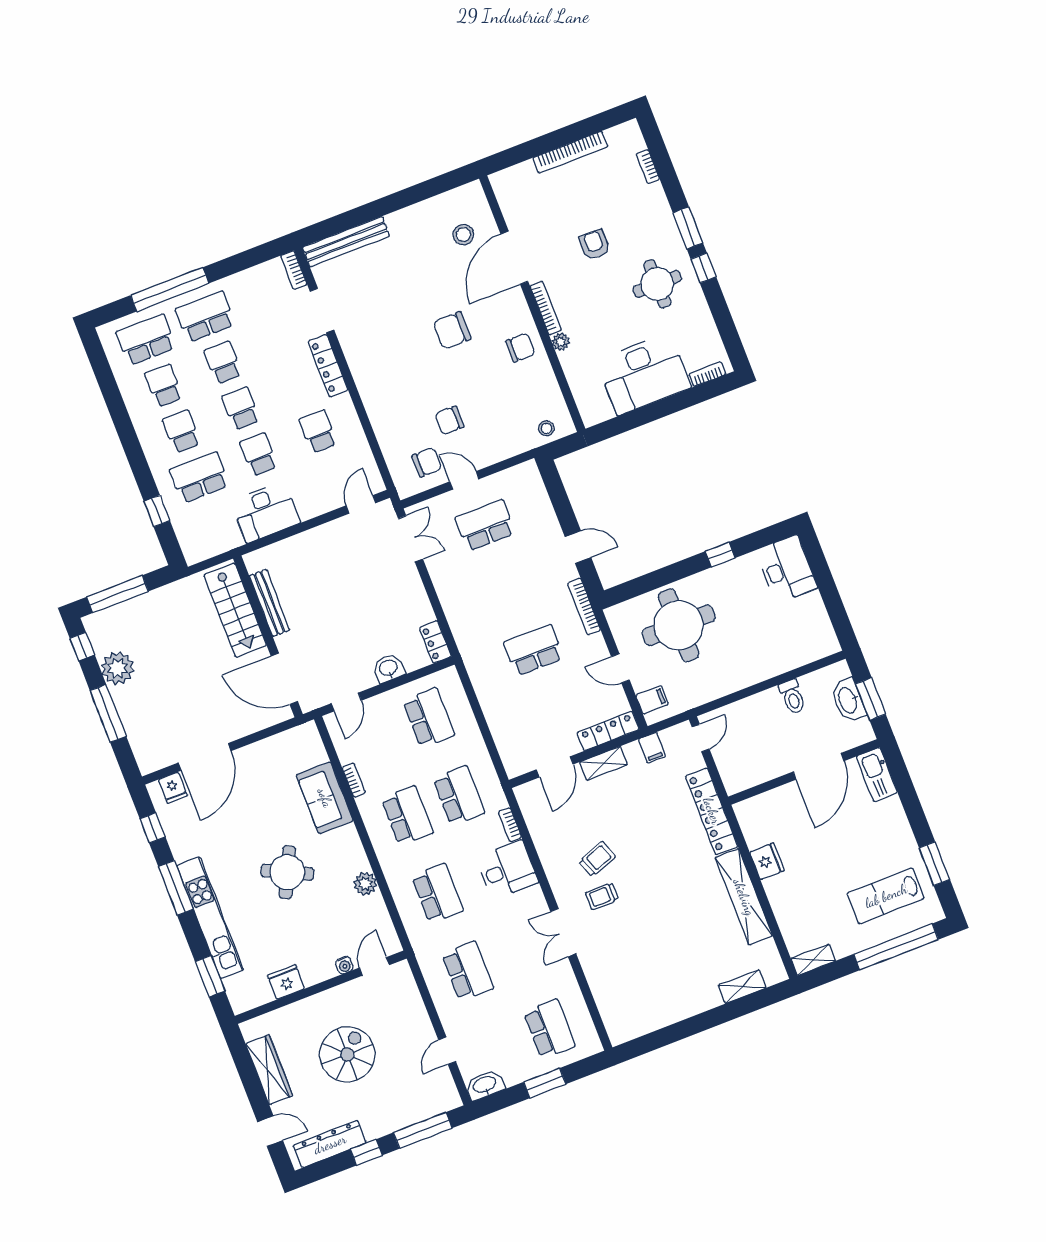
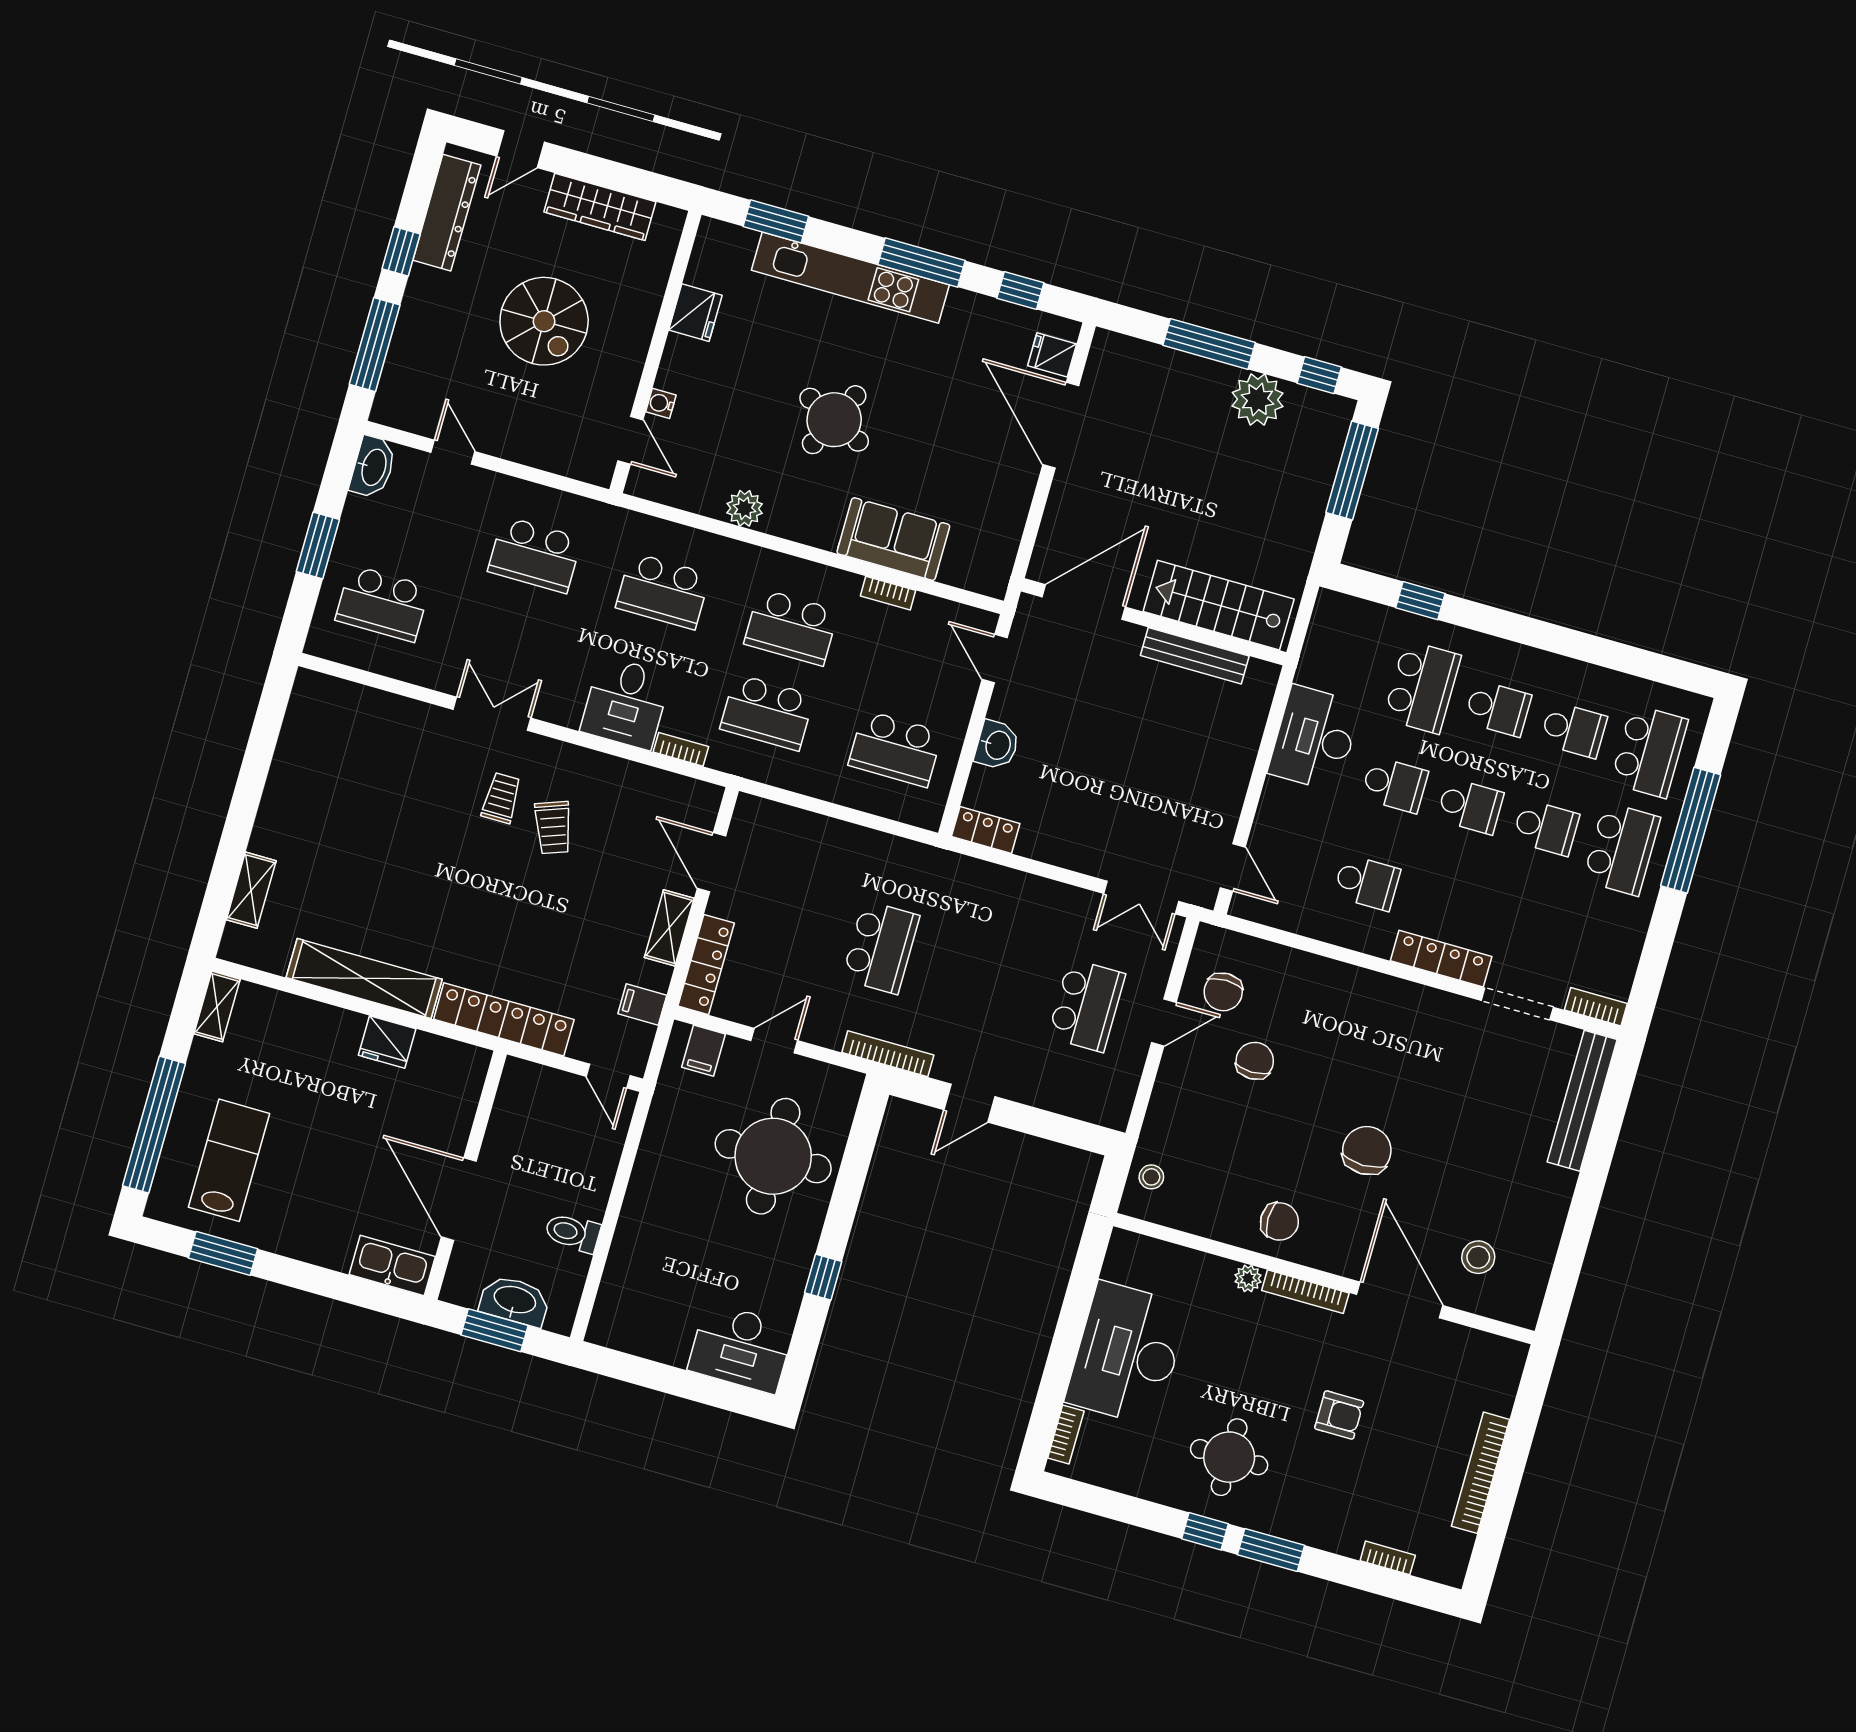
chair: (520, 348) -> (1279, 1221), turned -90

